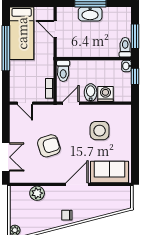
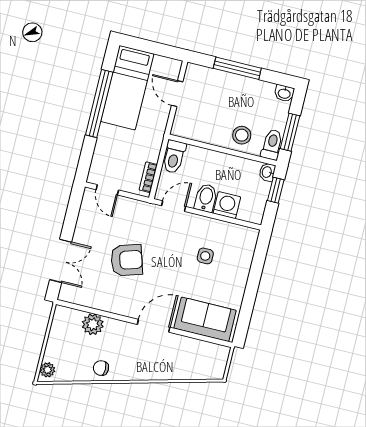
washbasin: (90, 14) -> (284, 93), moved, width x0.52, depth x0.69
stool: (104, 46) -> (242, 135), added
side table: (100, 131) -> (205, 256), width x0.54, depth x0.54
chair: (67, 215) -> (101, 368), moved

